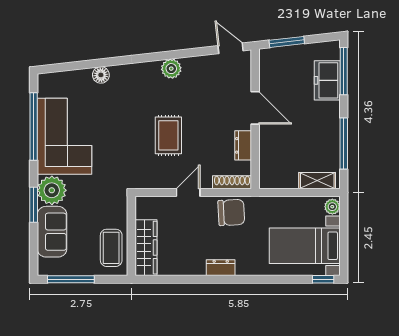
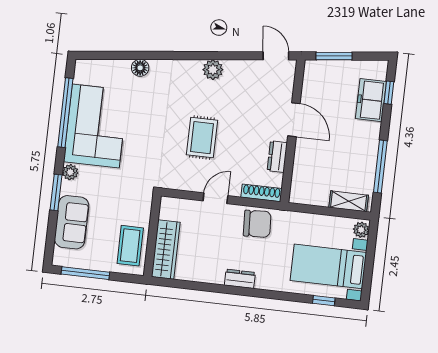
window: (344, 71) -> (389, 93), width x0.46
plant: (52, 190) -> (70, 172), width x0.53, depth x0.53
window: (323, 279) -> (324, 301), moved

